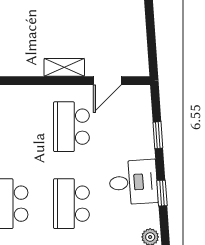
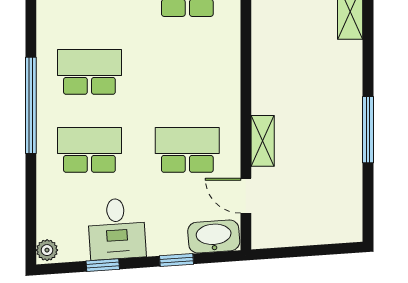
washbasin: (139, 106) -> (214, 236), added

